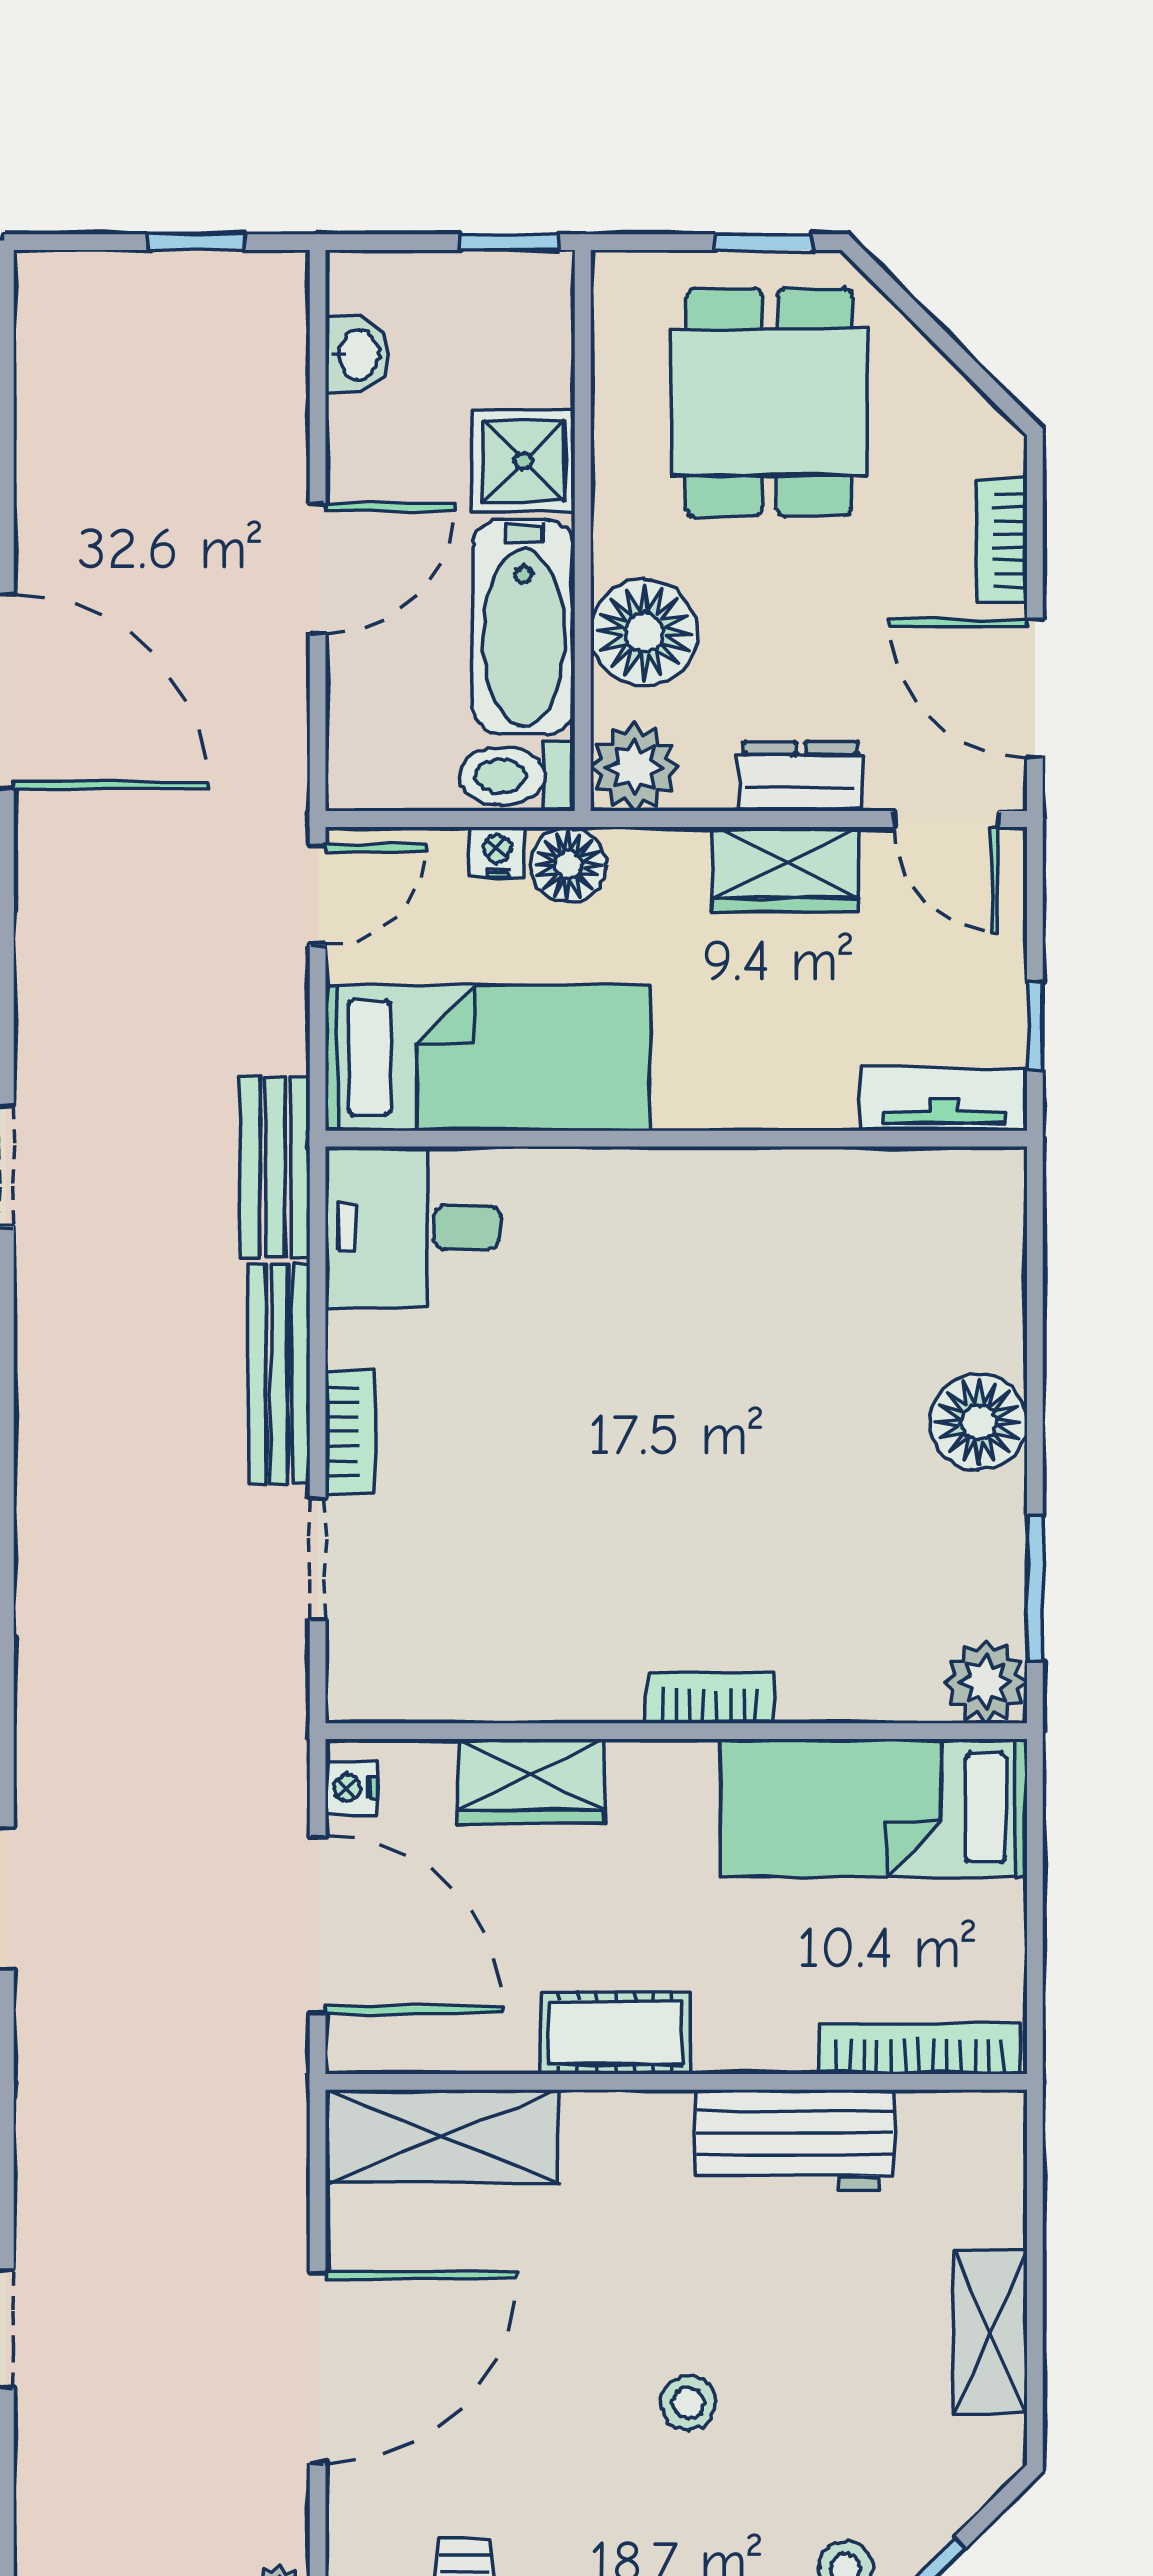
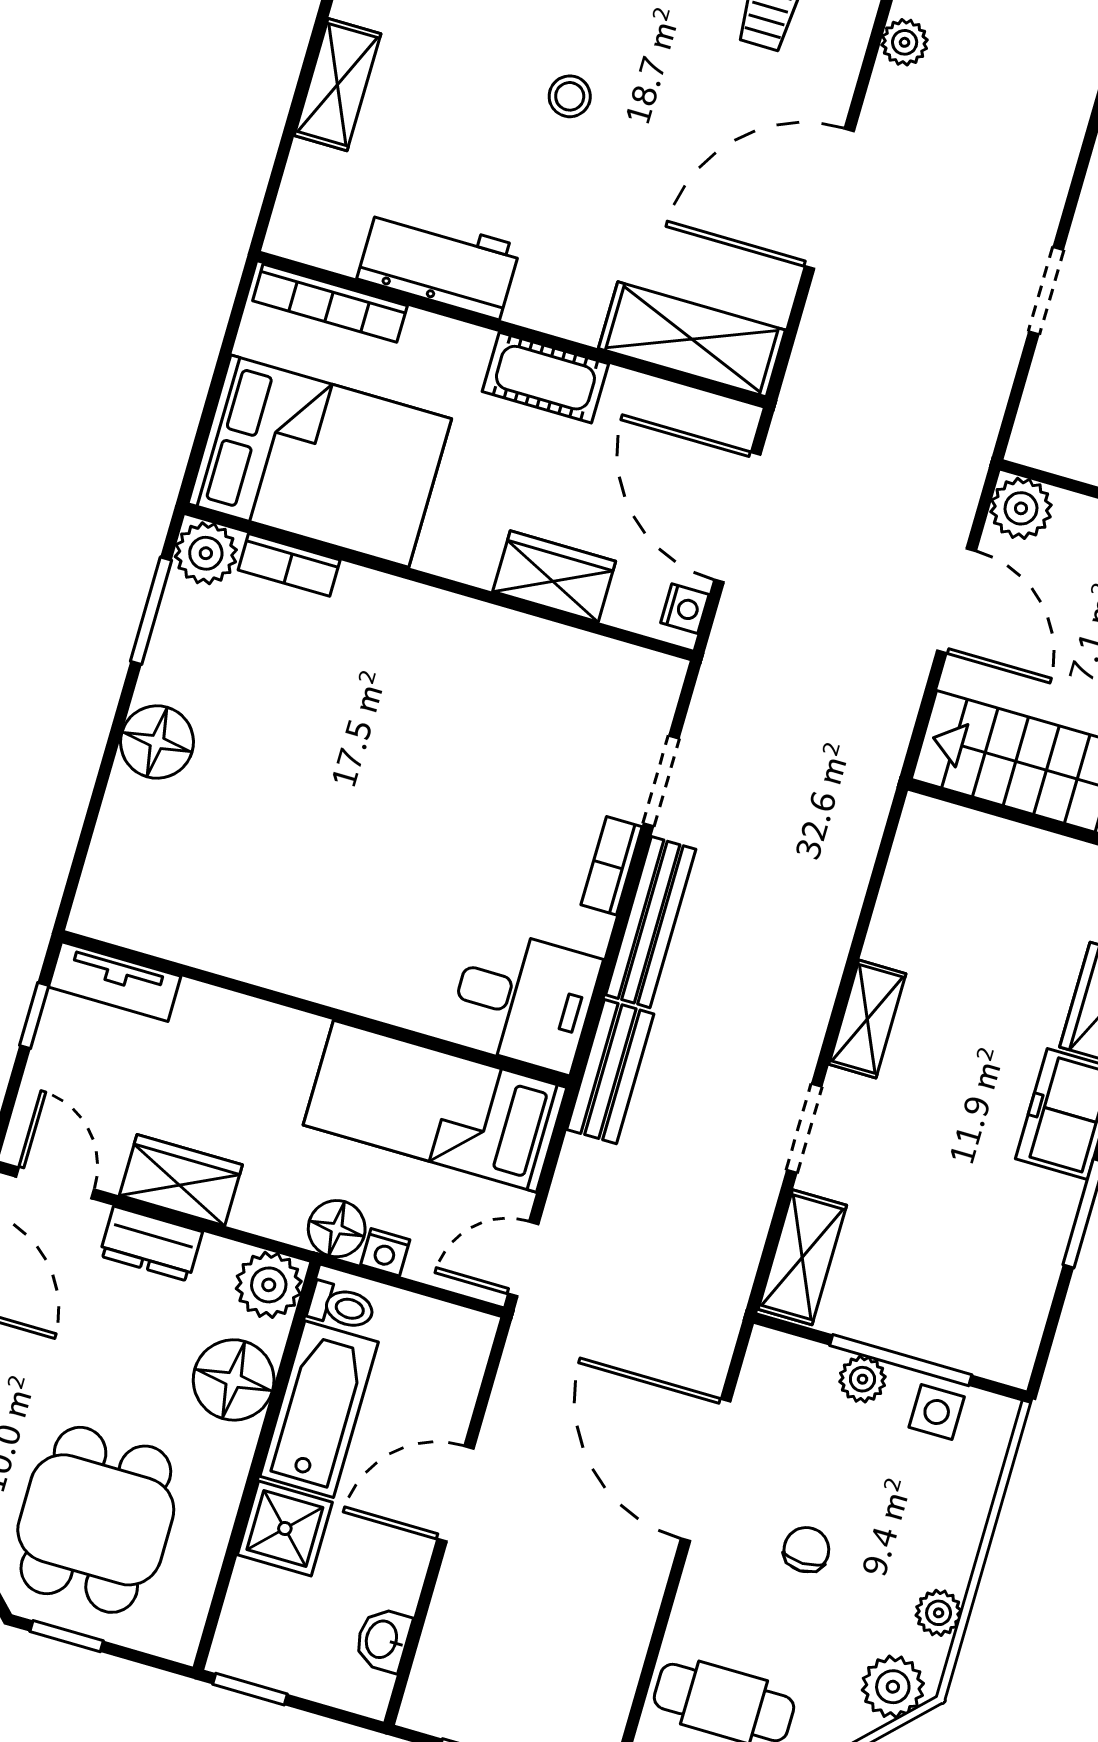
toilet: (517, 776) -> (341, 1306), width x0.73, depth x0.72
bookcase: (710, 1698) -> (289, 565), moved
bed: (874, 1808) -> (320, 461), width x1.50

